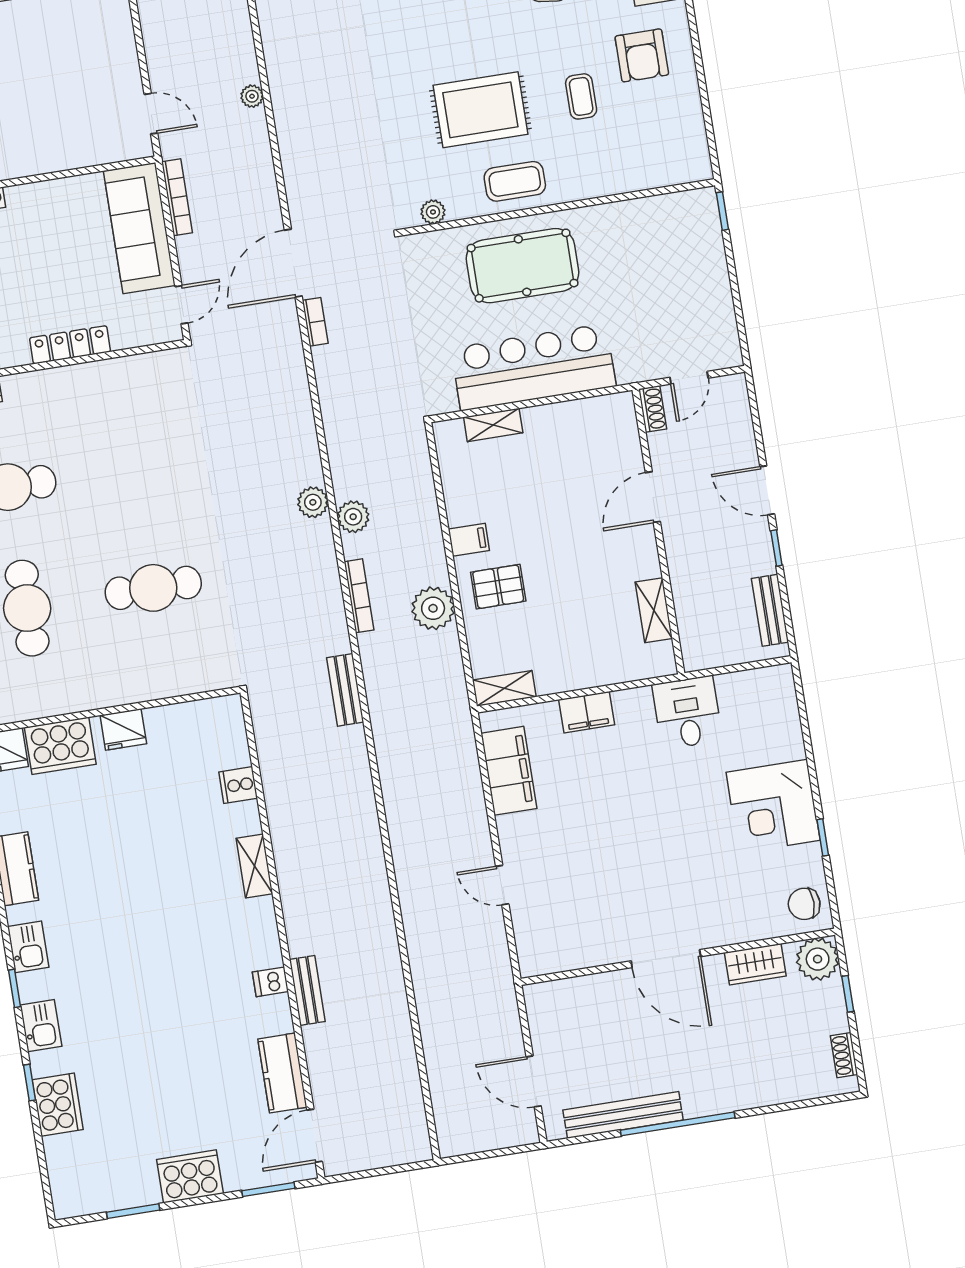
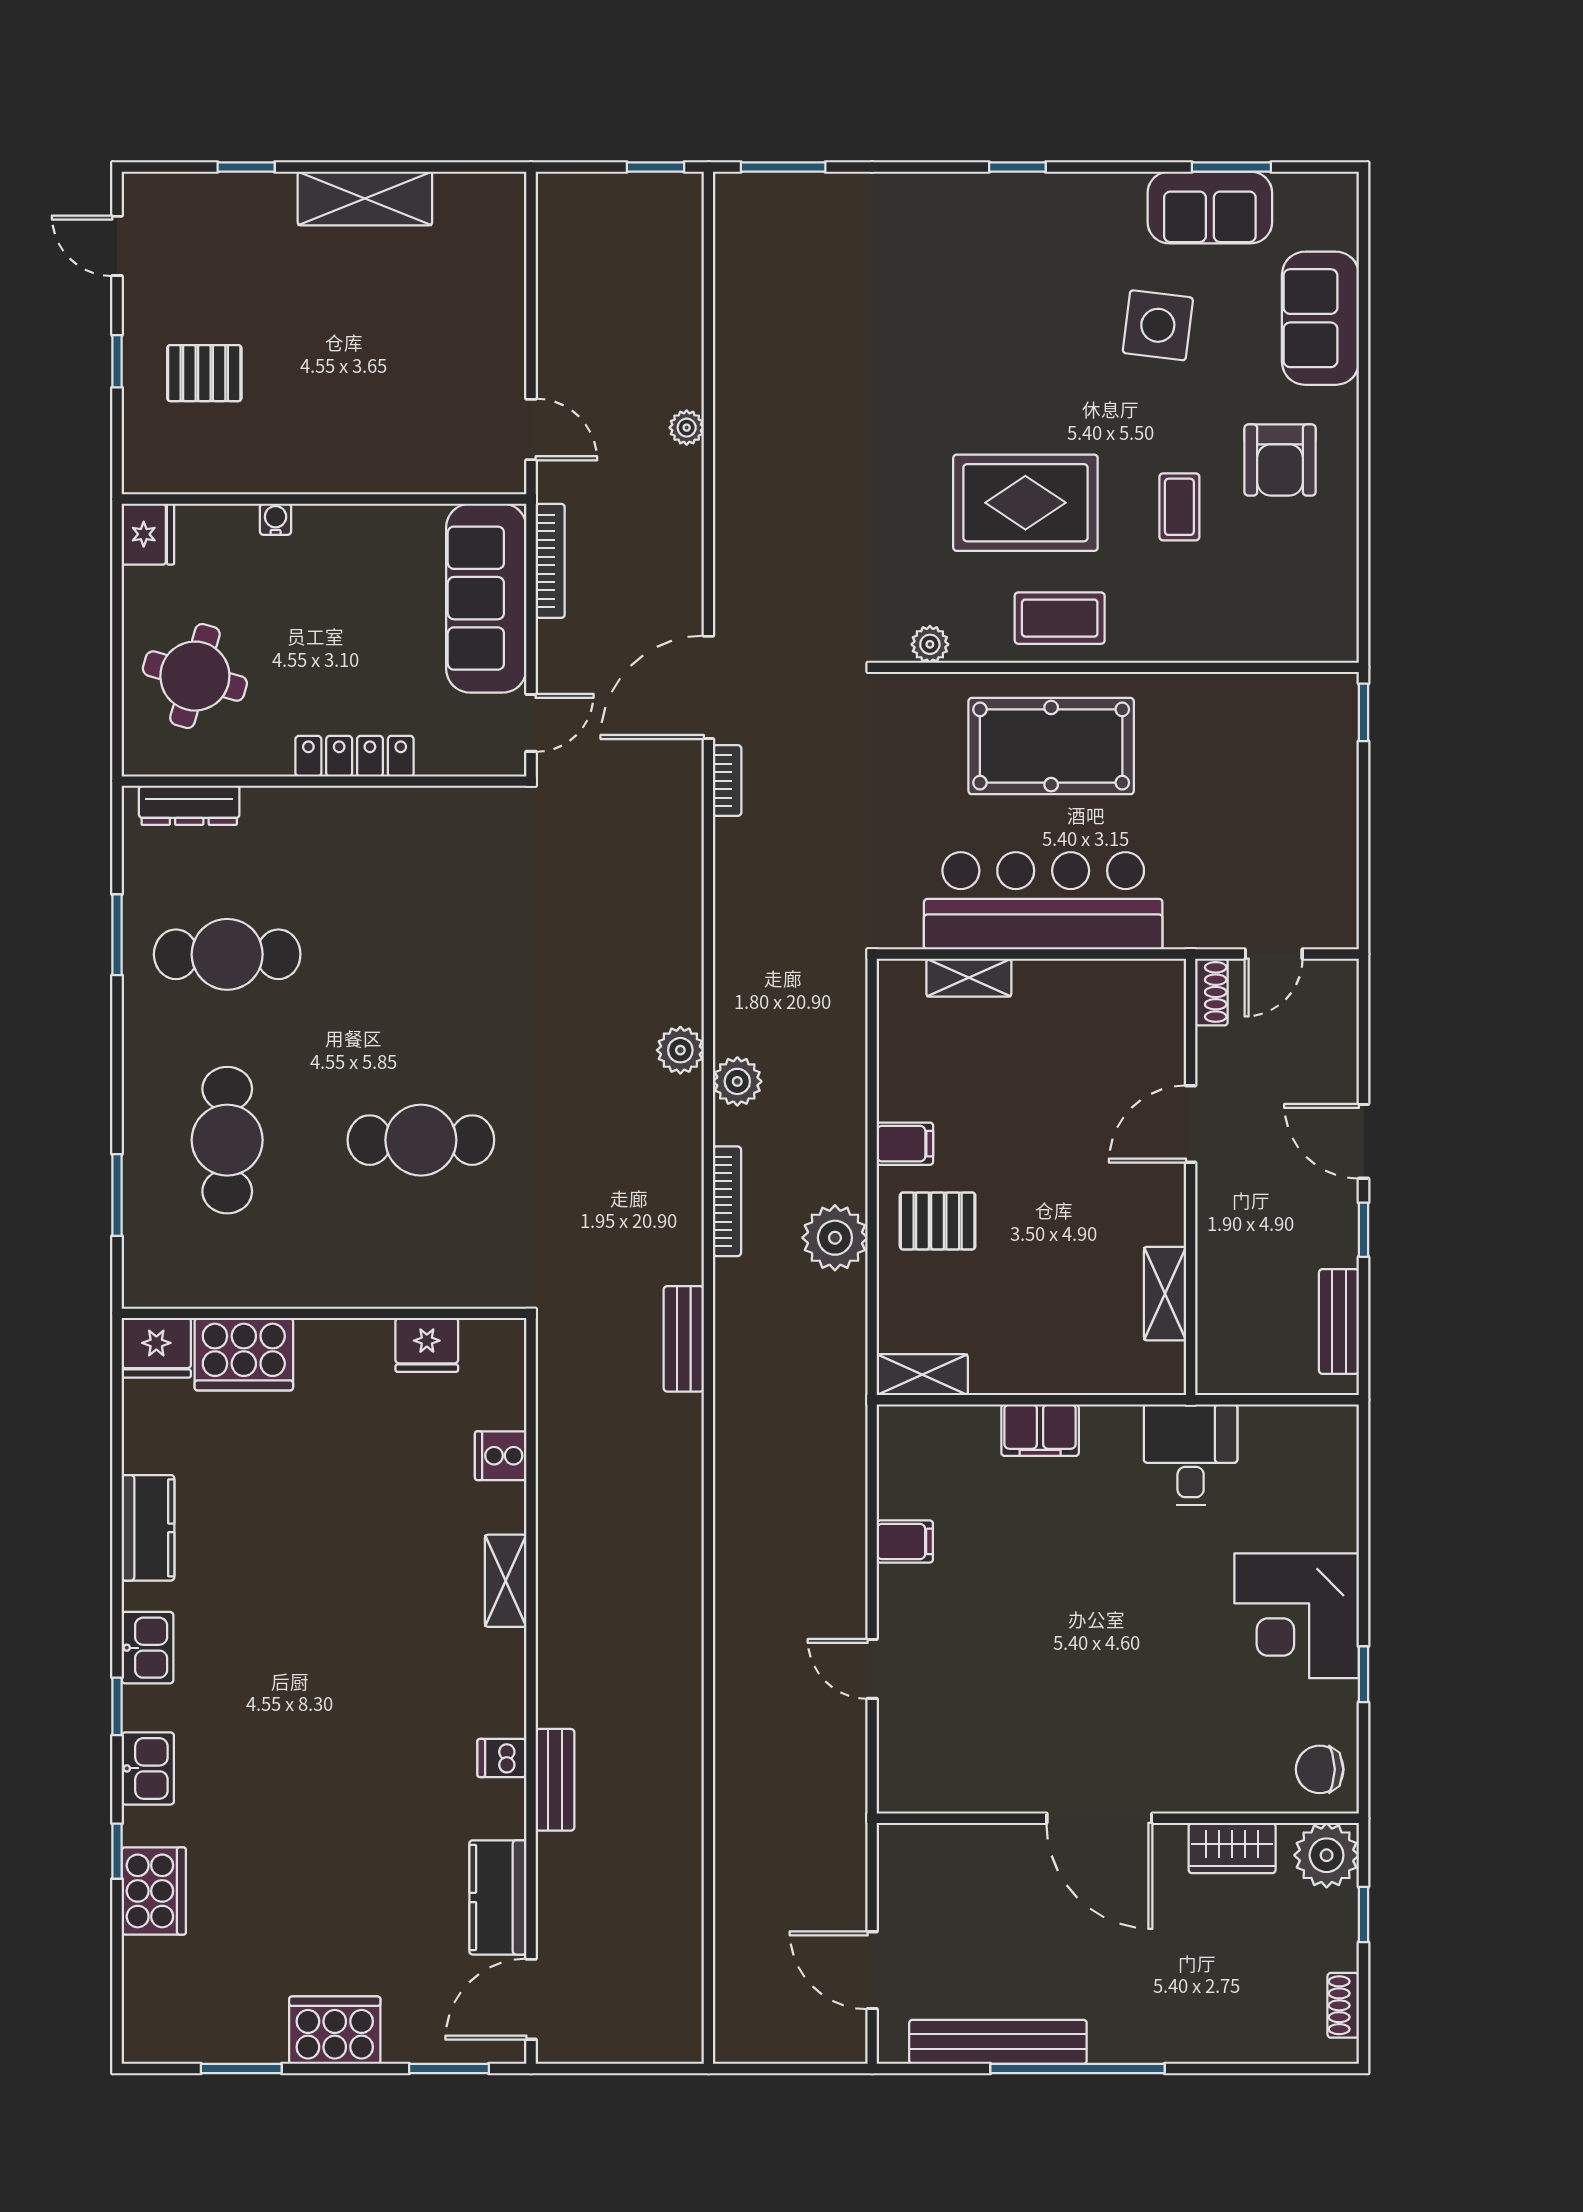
fridge: (123, 729) -> (427, 1345), moved
filing cabinet: (509, 771) -> (905, 1541), width x0.33, depth x0.86

